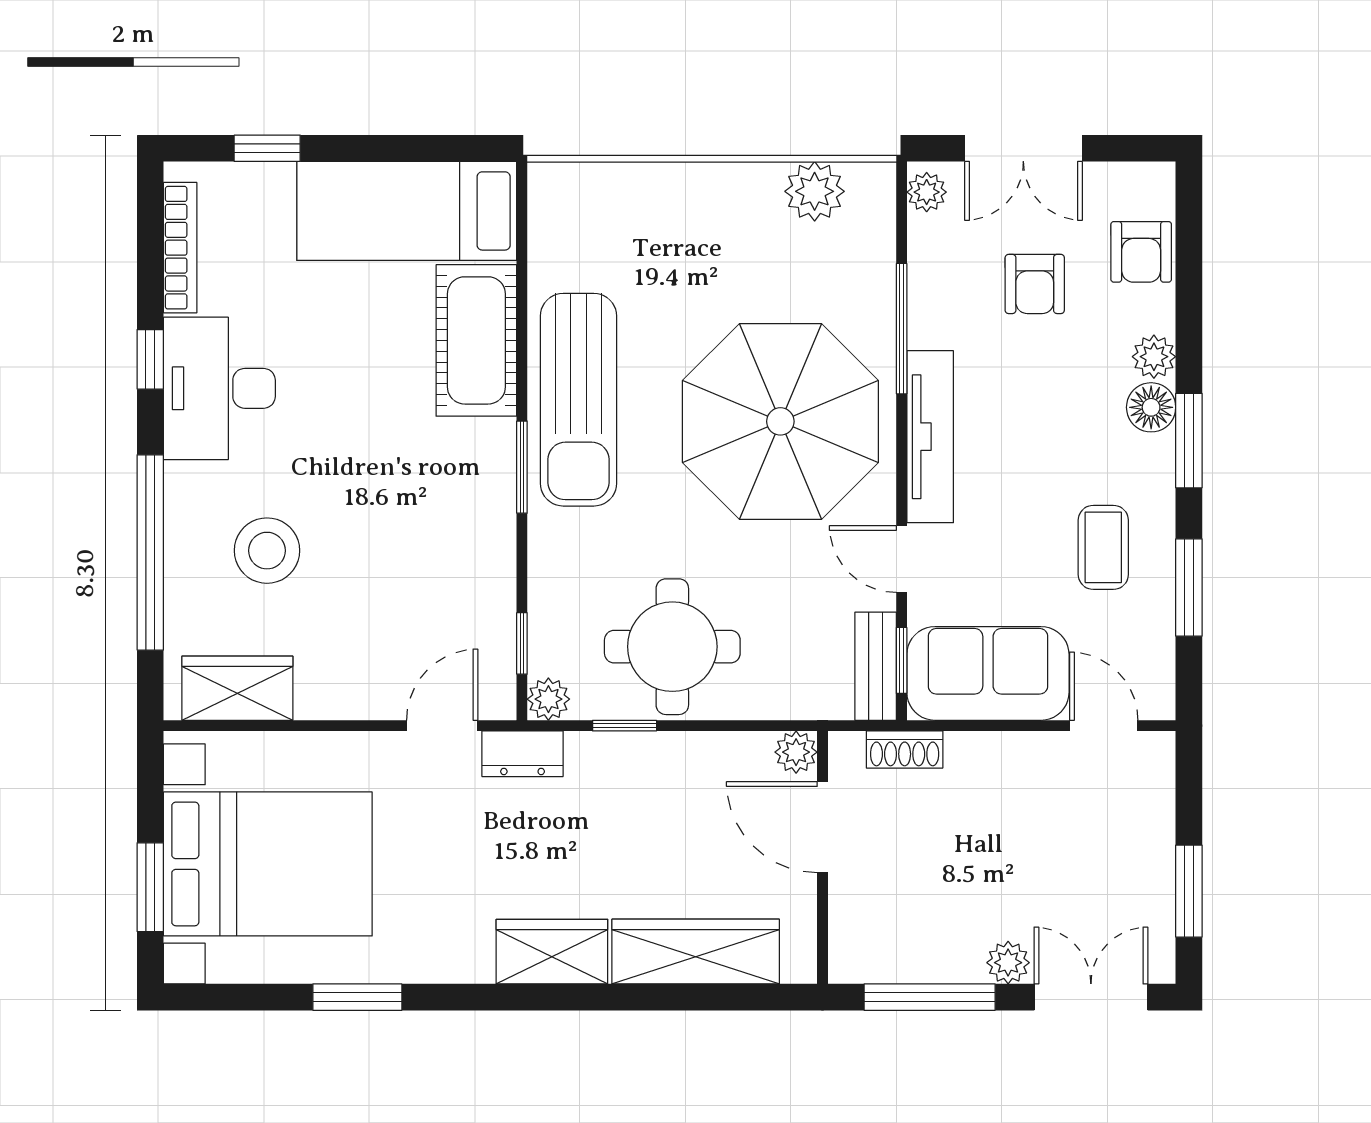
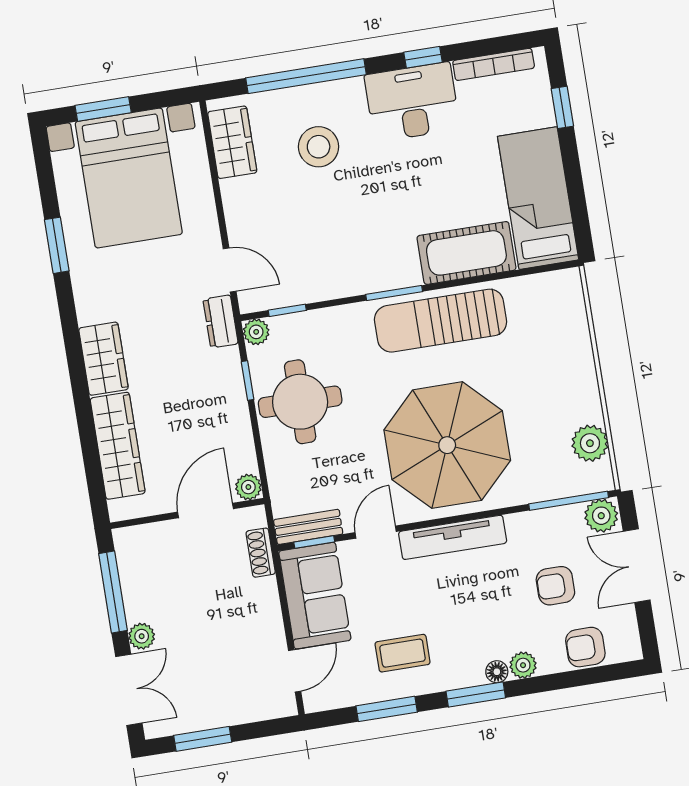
plant: (927, 192) -> (601, 516), width x1.38, depth x1.38
window: (902, 329) -> (569, 501), moved
floor lamp: (1151, 407) -> (497, 672), width x0.73, depth x0.73

